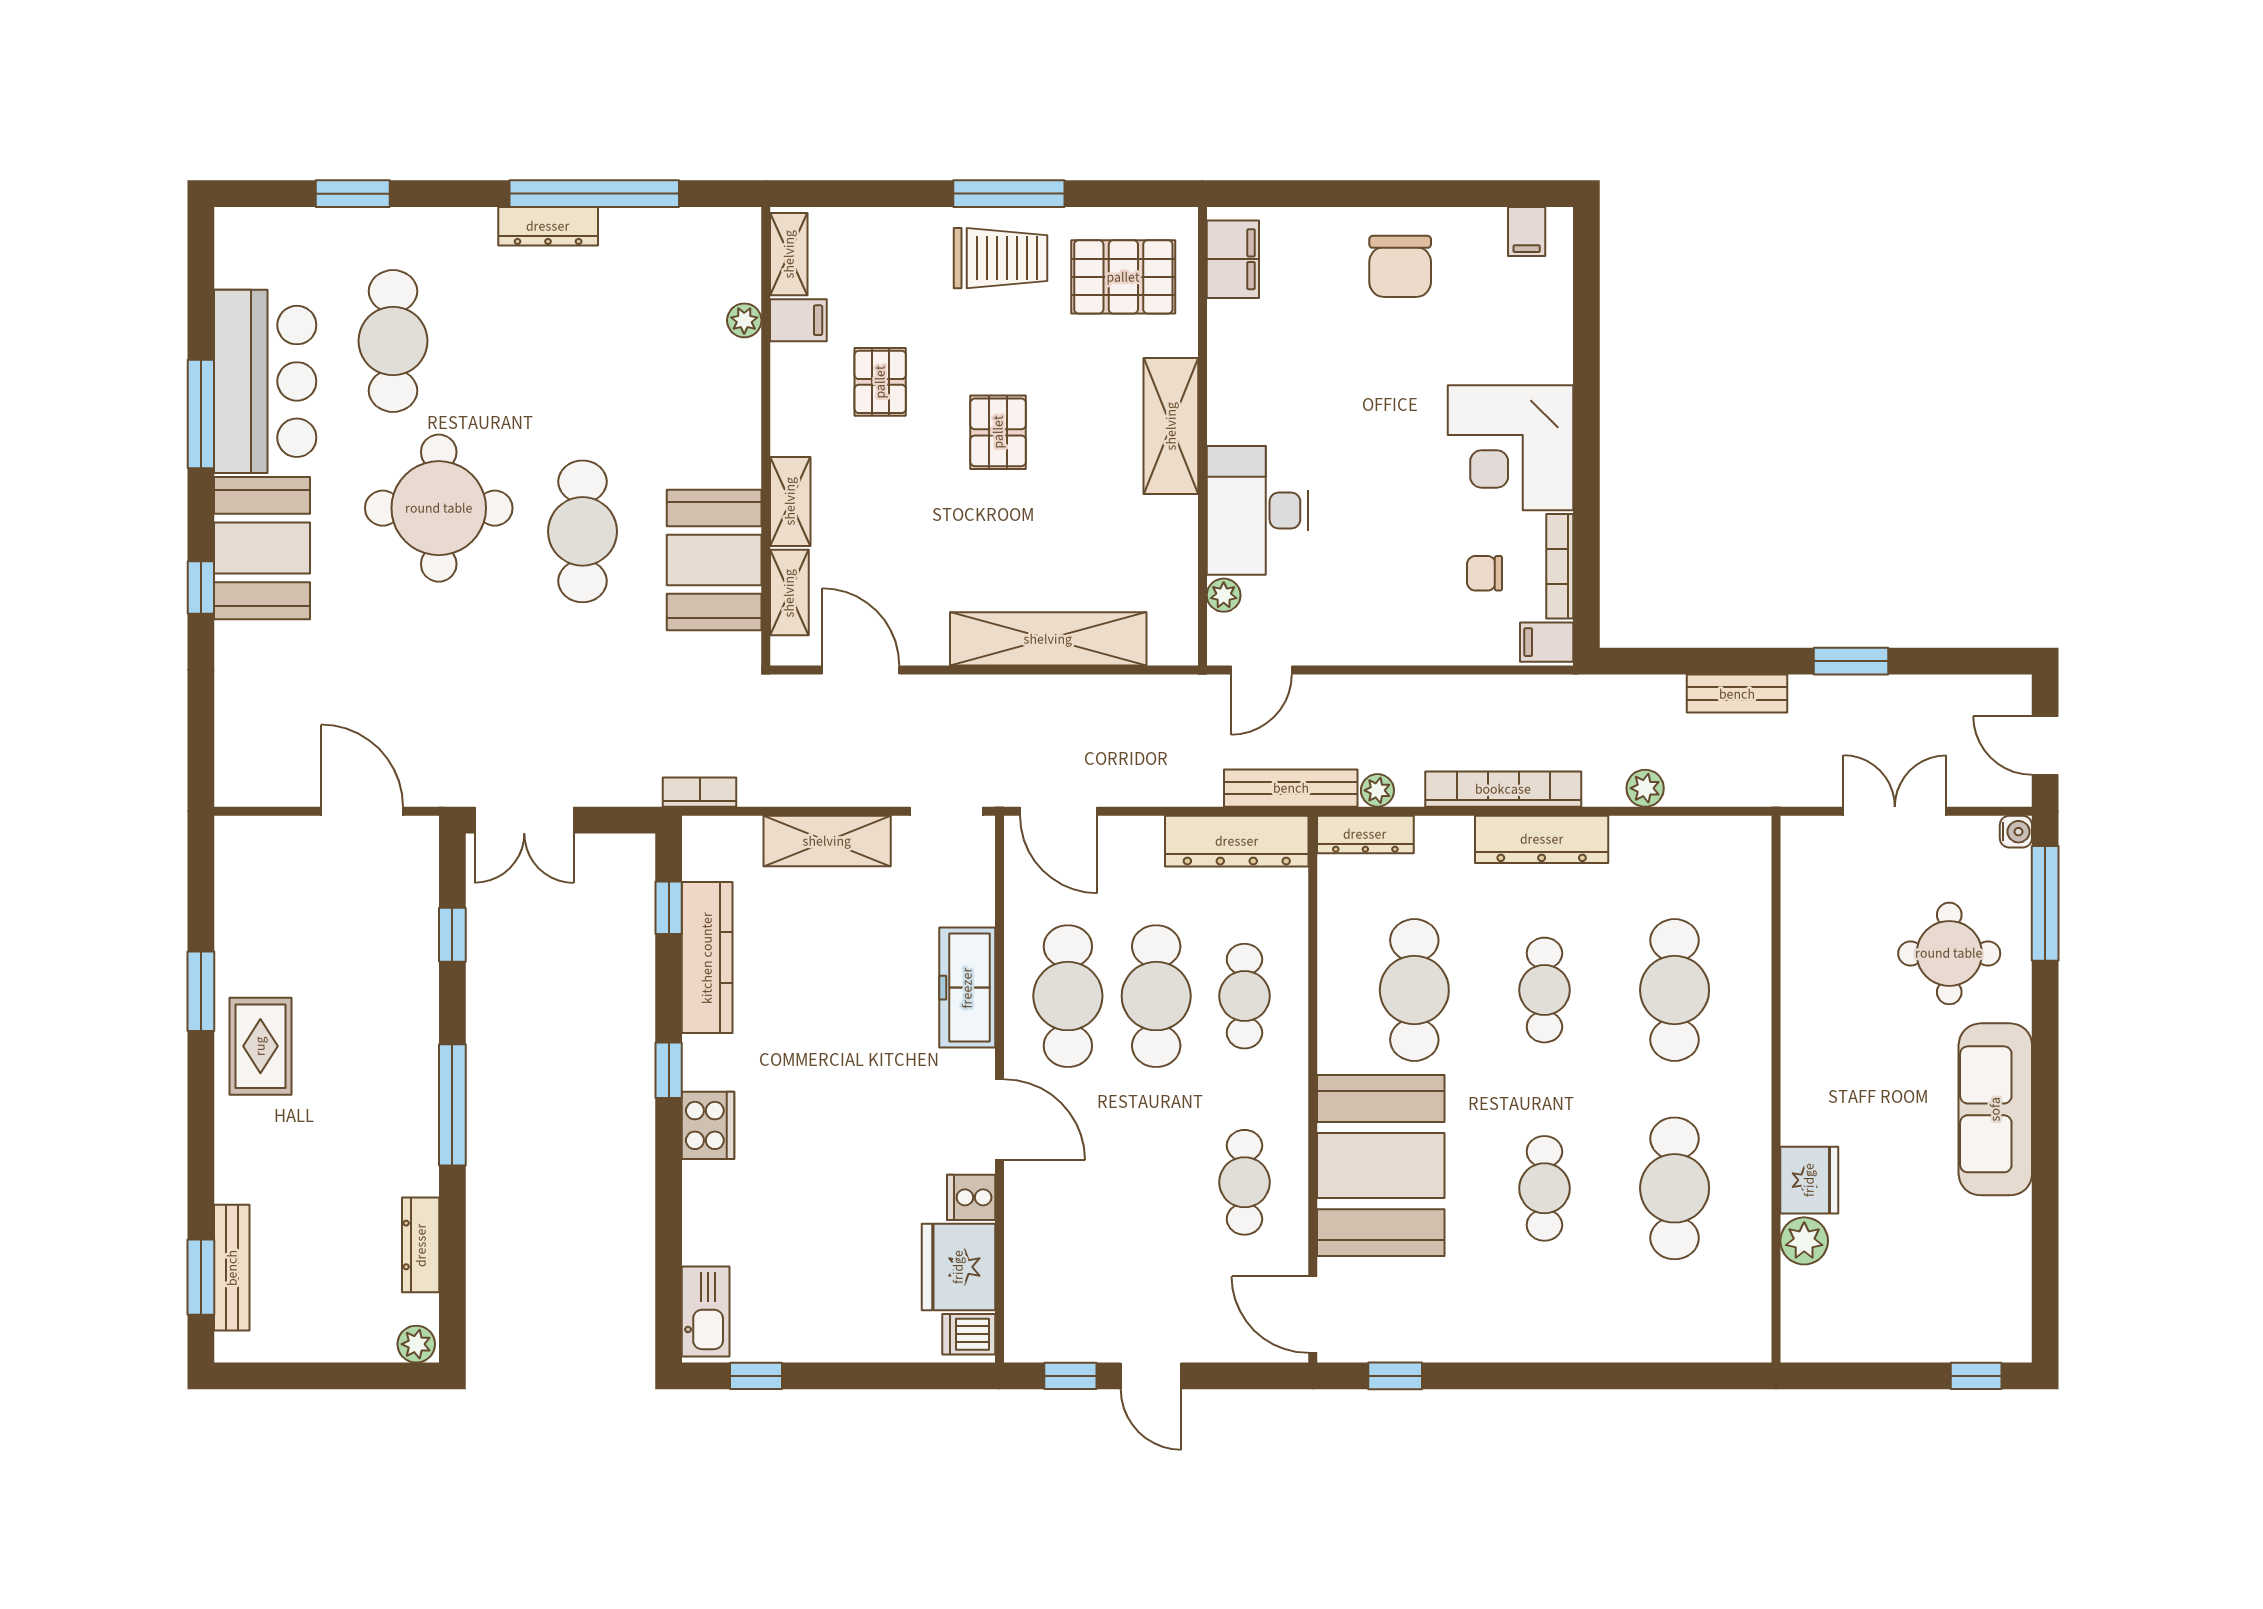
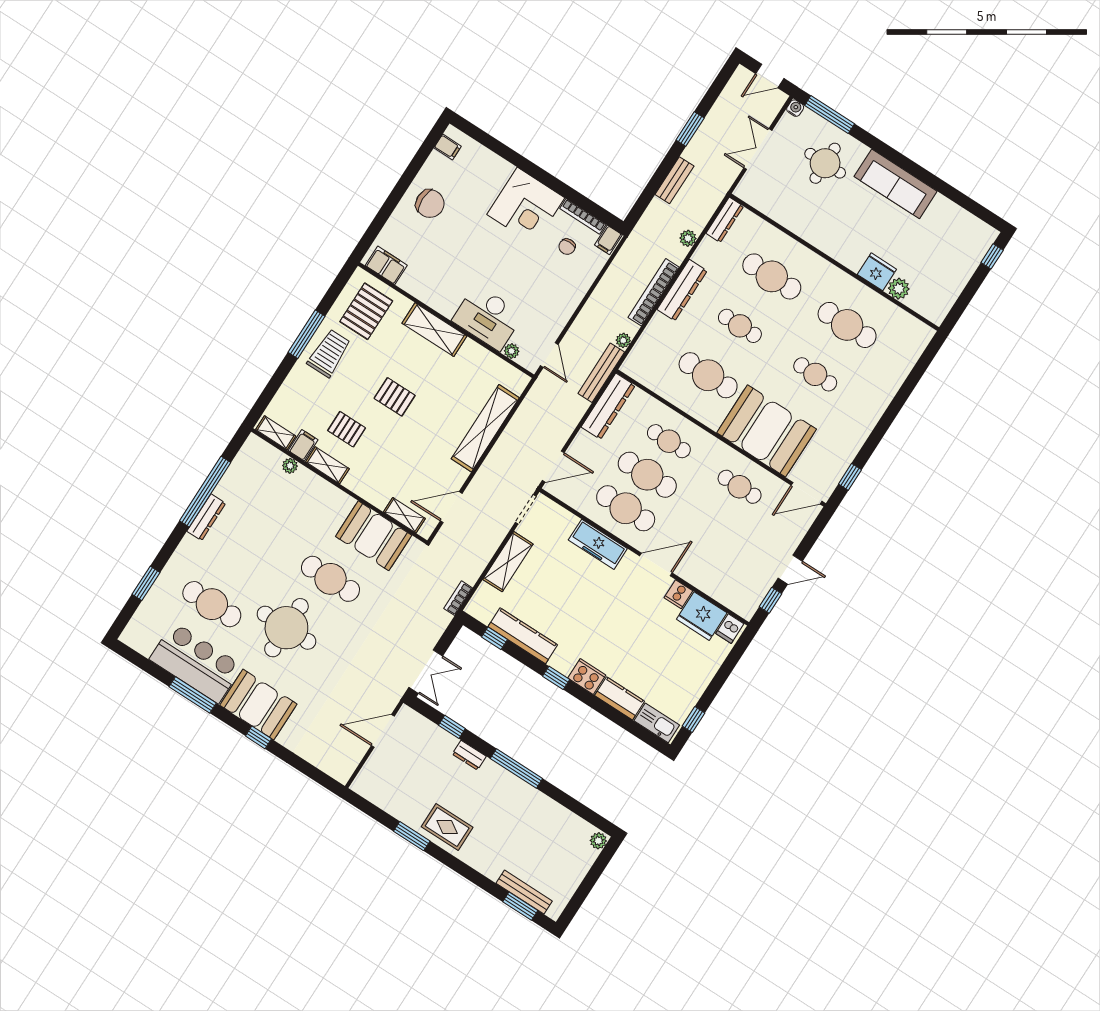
shelving: (790, 501) -> (327, 465), moved
dresser: (1365, 834) -> (725, 220), moved
kitchen counter: (707, 1213) -> (620, 698), added
dresser: (421, 1245) -> (469, 755), moved, width x0.70

